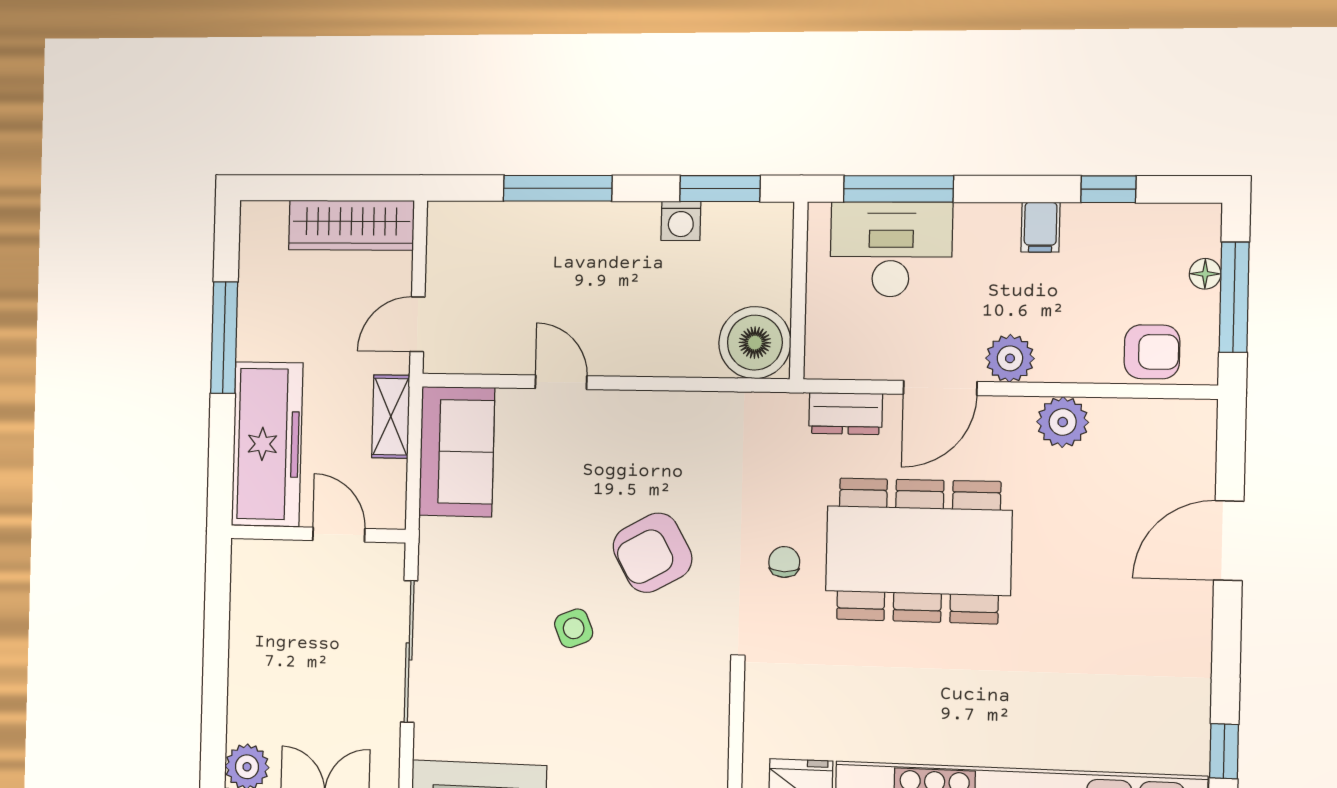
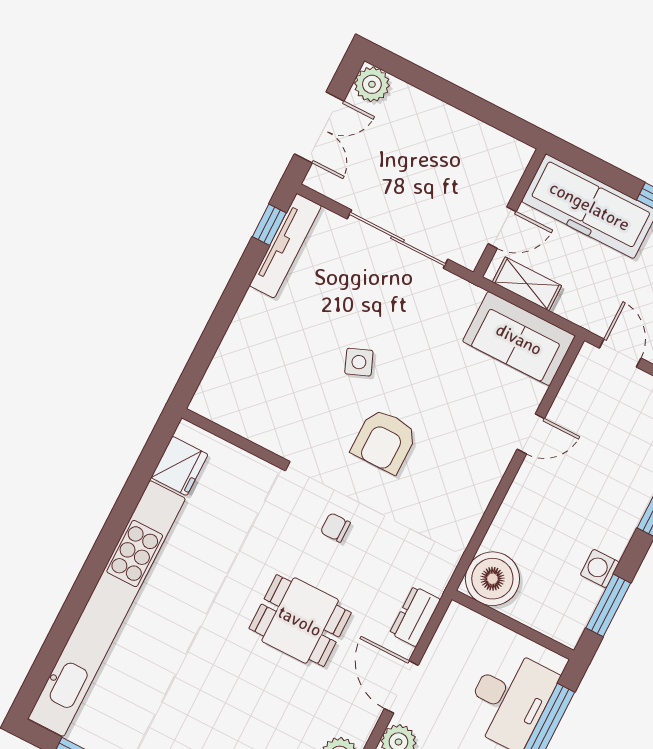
shelving: (391, 417) -> (527, 284), moved
dining table: (918, 551) -> (300, 621), width x0.53, depth x0.80
armchair: (652, 553) -> (384, 441), turned -151
chair: (784, 562) -> (335, 527), turned 180

